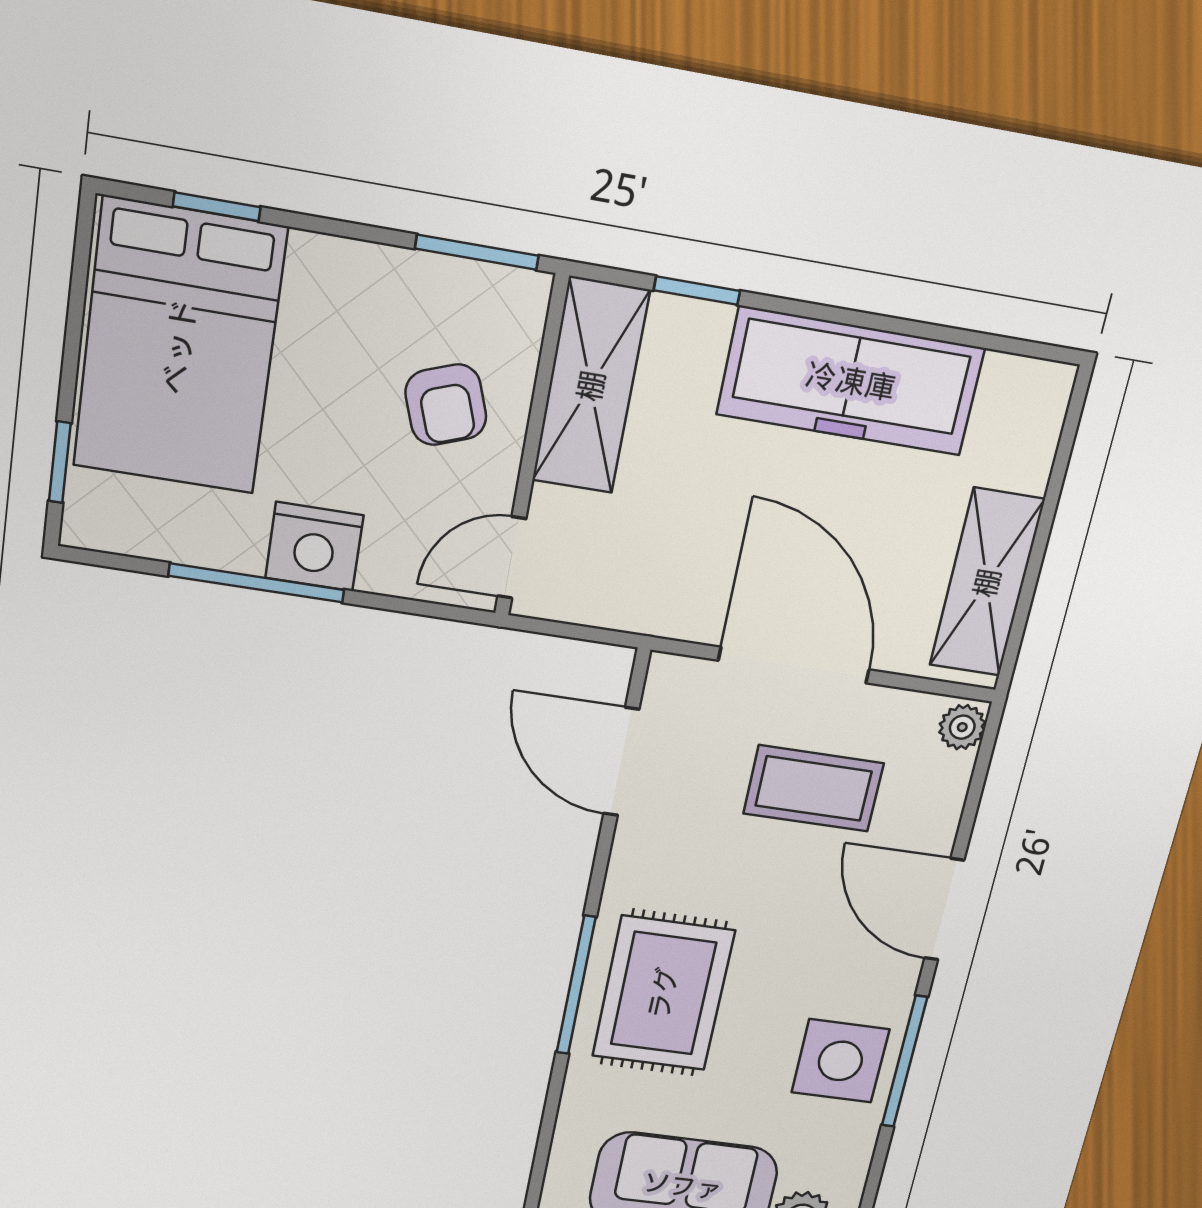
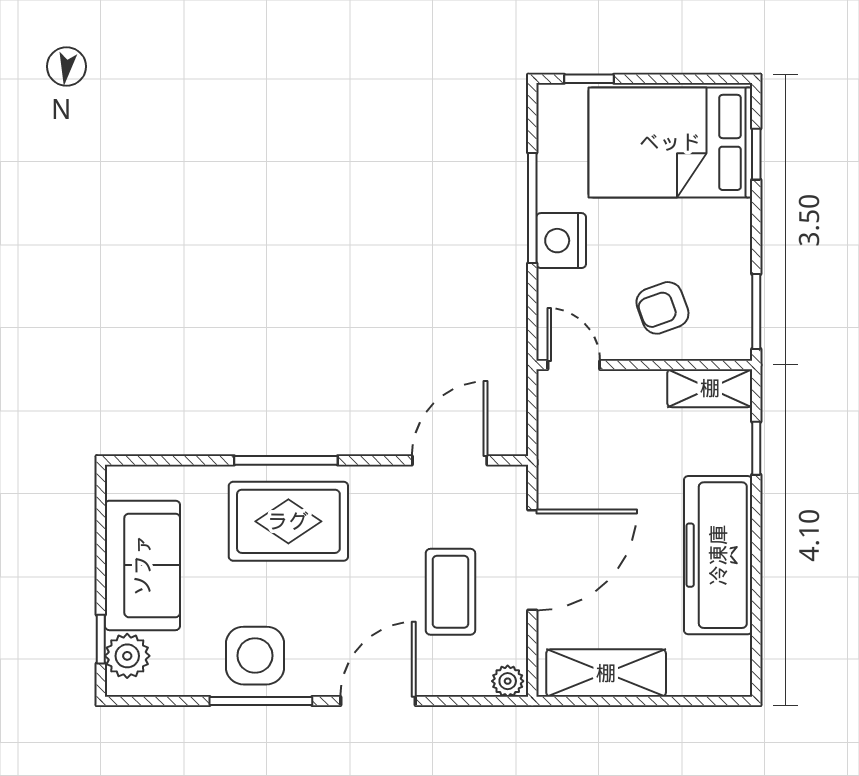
shelving: (591, 386) -> (710, 388), width x0.67, depth x0.75

